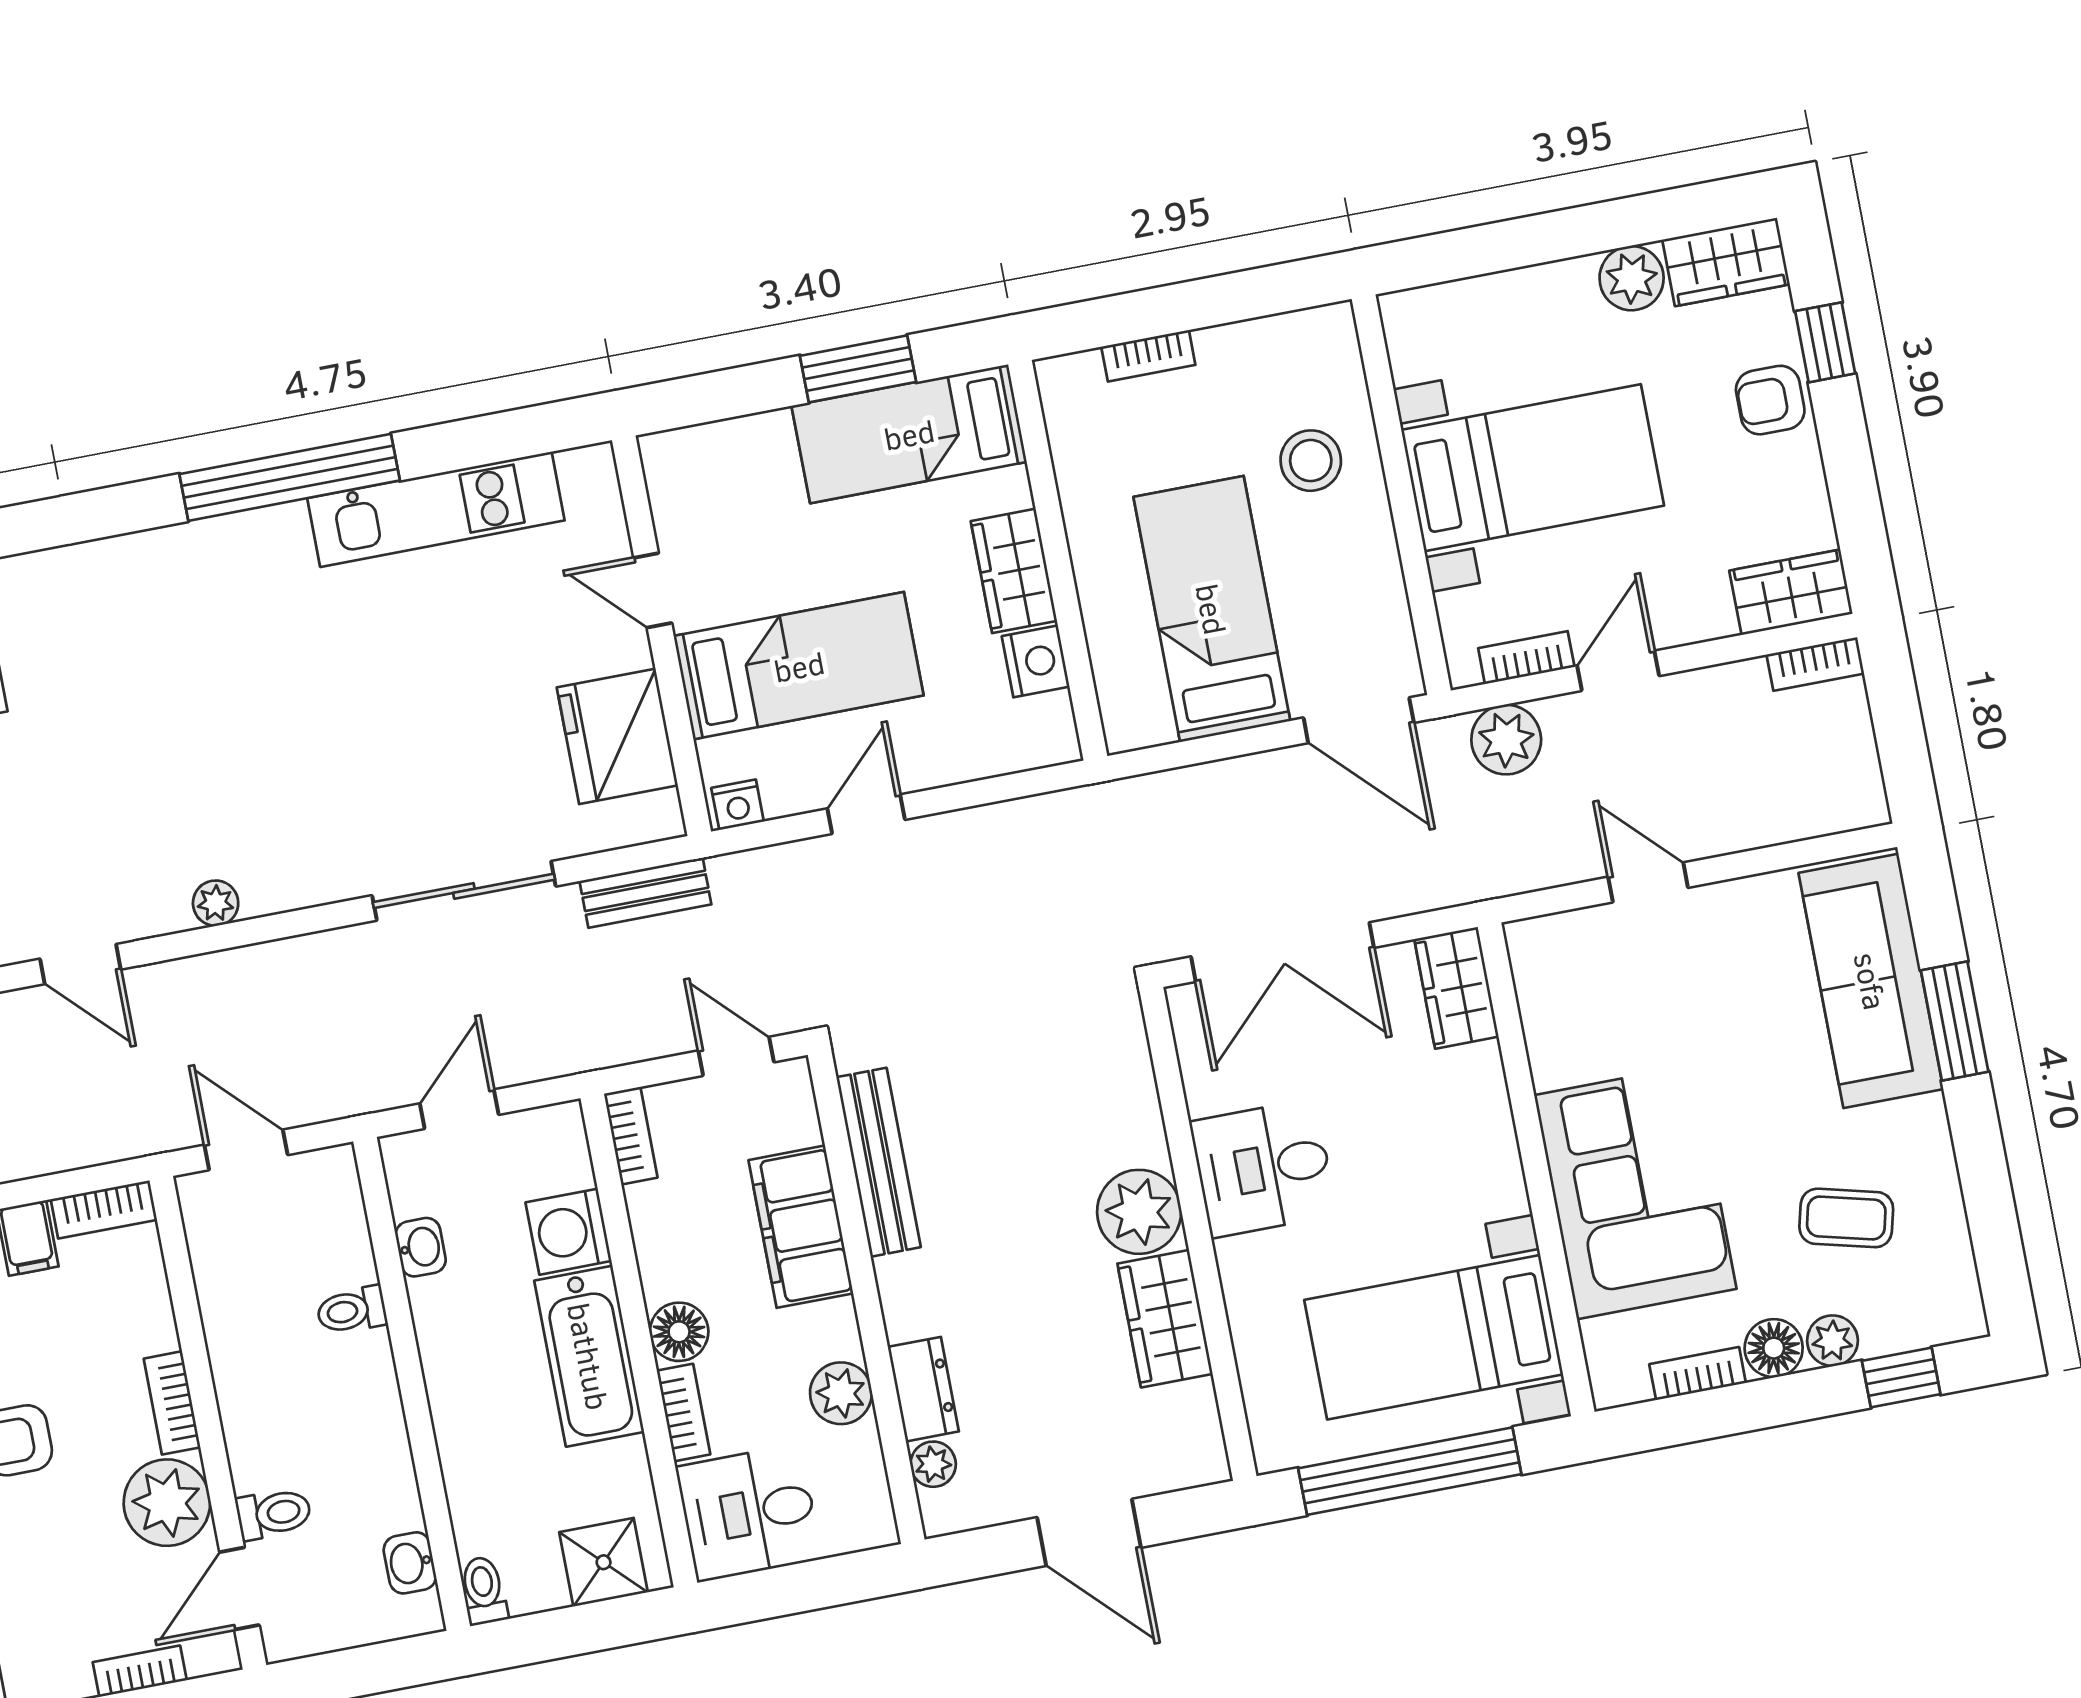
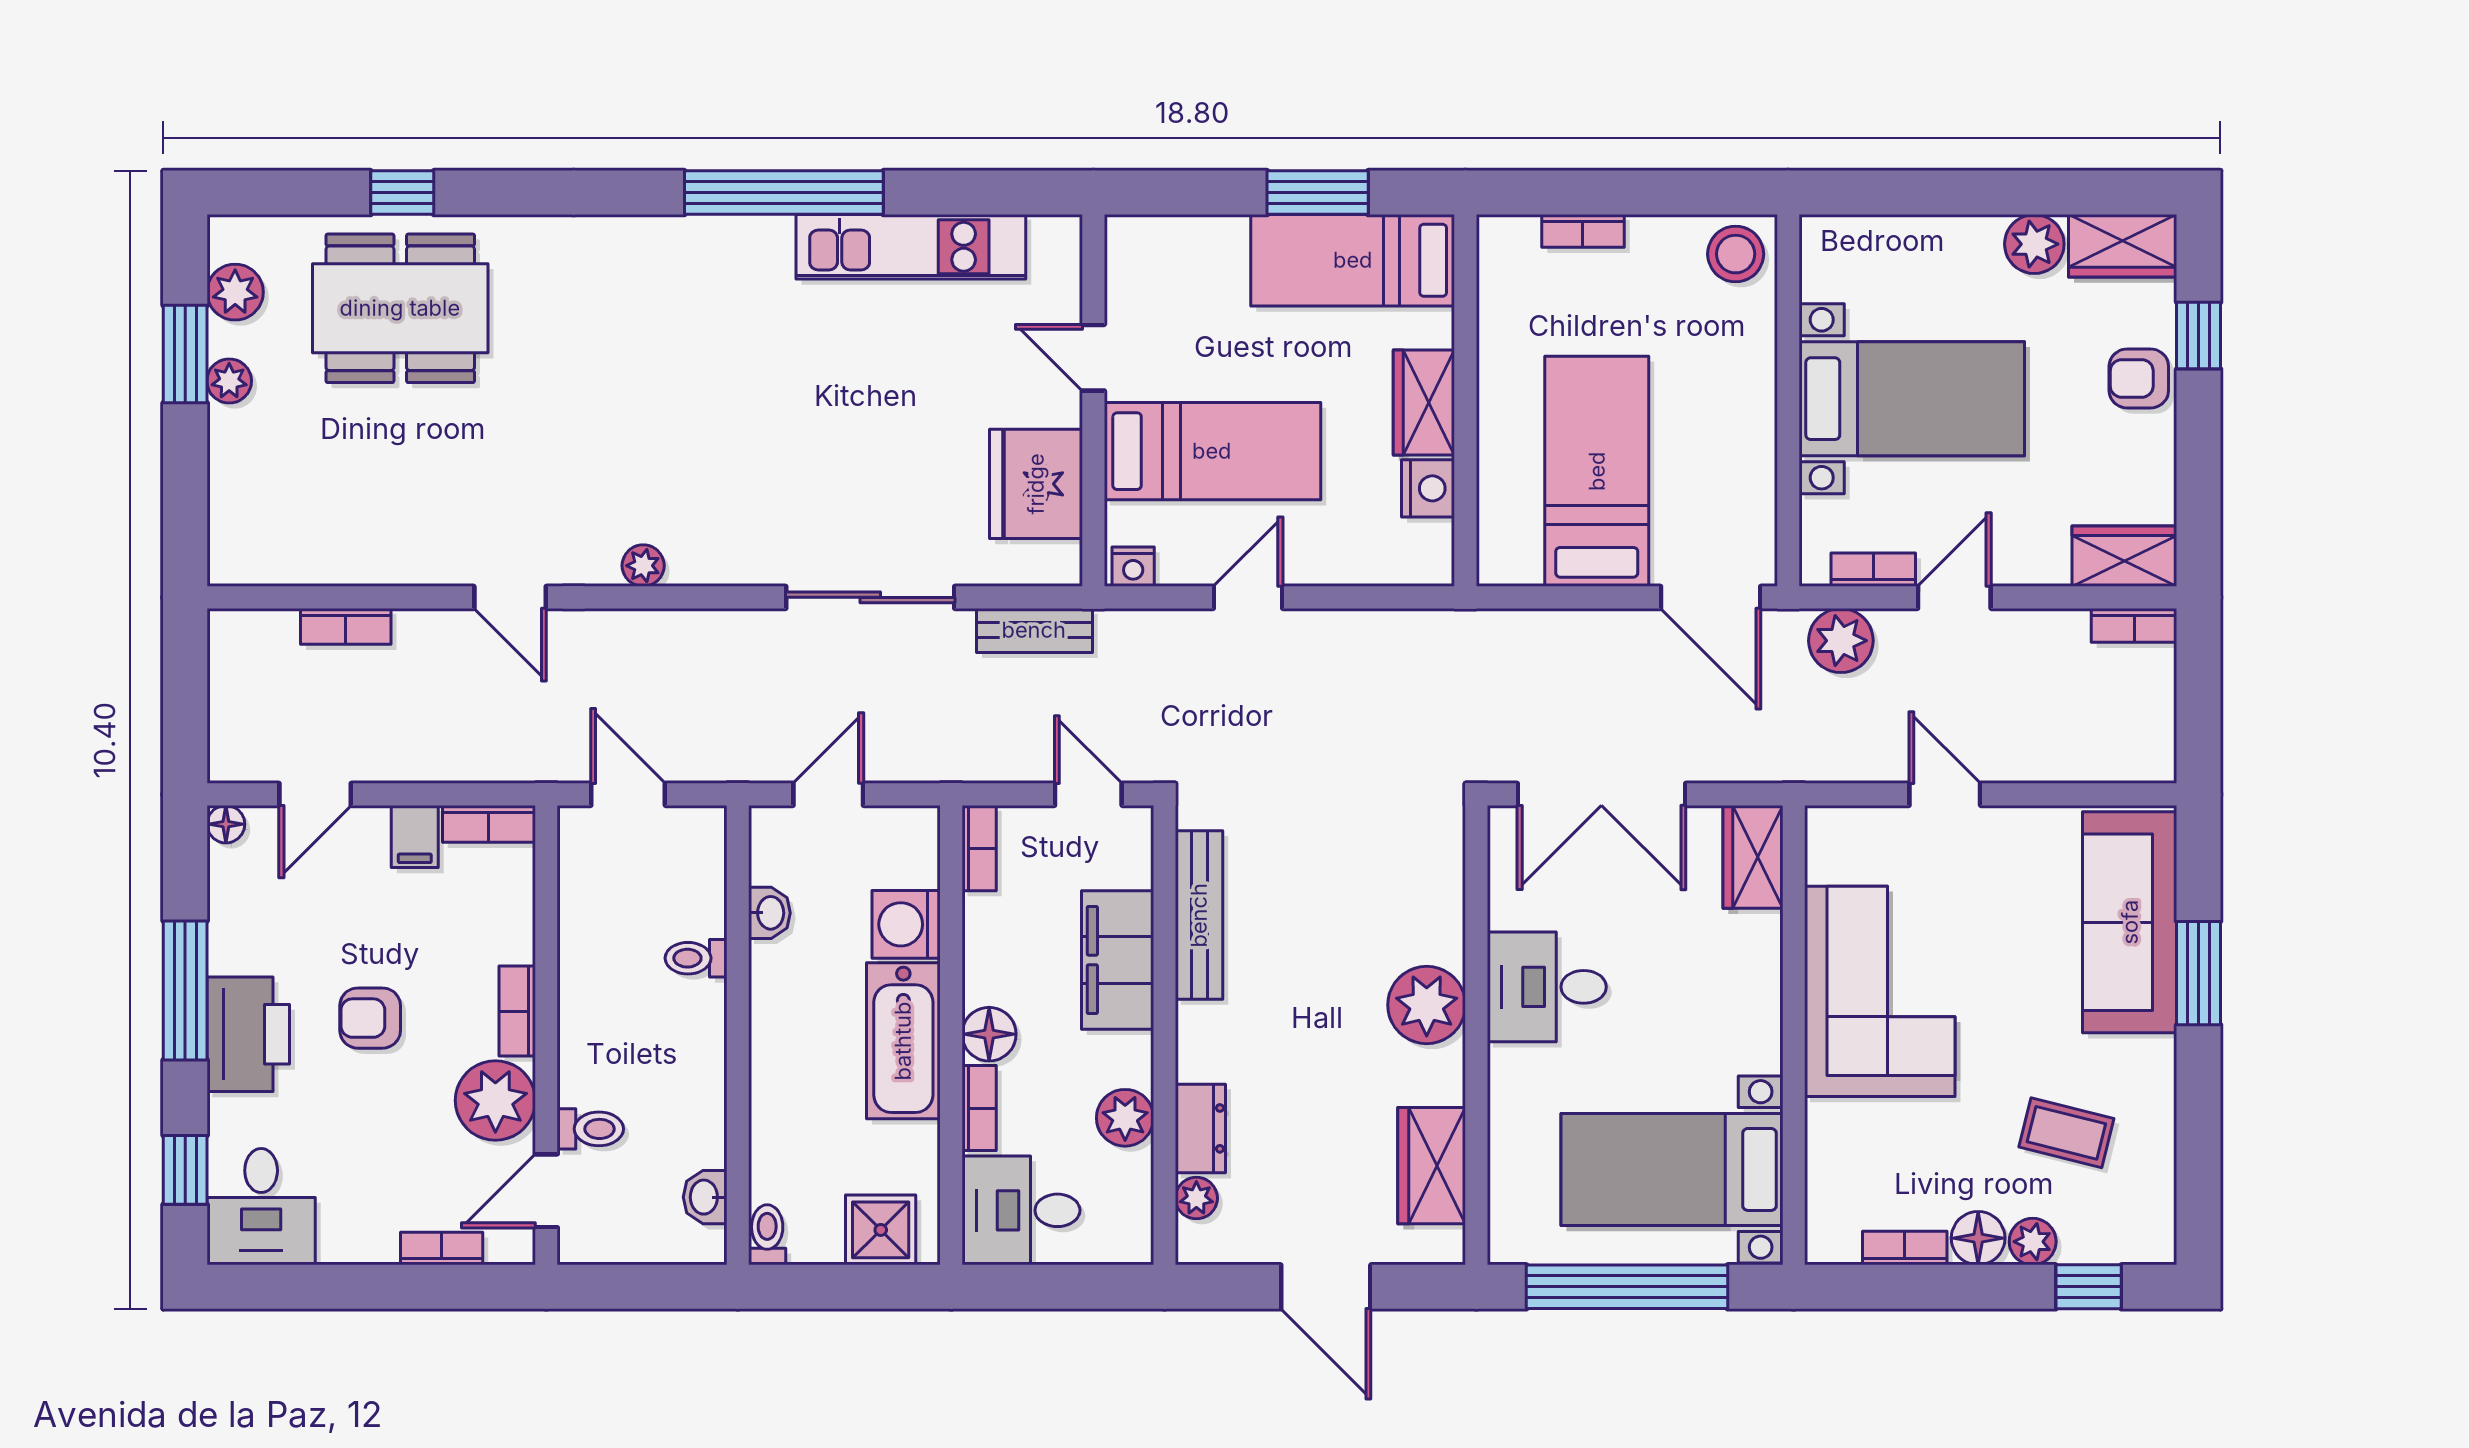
stool: (1311, 461) -> (1736, 254), moved
corner sofa: (1635, 1192) -> (1880, 991), moved
wardrobe: (1165, 1319) -> (1432, 1166), moved

